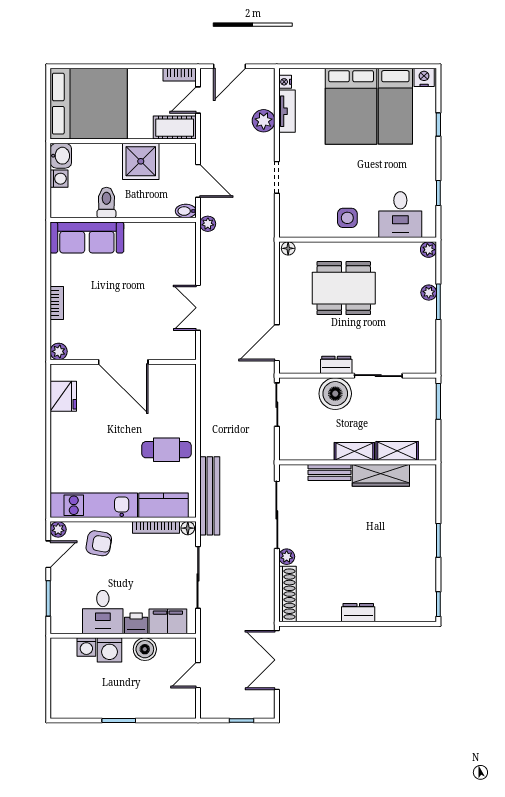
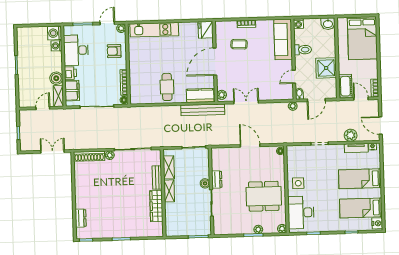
door: (229, 66) -> (381, 125), moved
bed: (89, 104) -> (362, 38), width x0.73
bed: (351, 106) -> (360, 179), width x0.67
washing machine: (59, 179) -> (298, 24), moved
desk: (400, 215) -> (301, 212), width x1.37
door: (155, 220) -> (294, 77), added
dining table: (344, 288) -> (264, 196), moved, turned 90
coffee table: (93, 317) -> (239, 44), added
door: (277, 343) -> (250, 146), moved
plant: (59, 351) -> (222, 95), moved
boiler: (335, 394) -> (205, 183), width x0.54, depth x0.54
fridge: (63, 396) -> (206, 30), moved, turned 90
shelving: (397, 451) -> (169, 167), moved
bench: (210, 496) -> (203, 110), moved
kitchen unit: (94, 505) -> (154, 30), moved, turned 90
kitchen counter: (164, 505) -> (200, 96), moved, turned -90
armchair: (99, 543) -> (114, 51), turned 80
door: (48, 554) -> (107, 23), swing flipped
desk: (103, 612) -> (76, 50), width x1.37
dresser: (358, 613) -> (81, 218), moved
shelving: (177, 646) -> (58, 96), added
washing machine: (109, 650) -> (55, 33), moved
double door: (277, 660) -> (52, 151), width x0.73
door: (198, 675) -> (43, 108), hinge flipped

